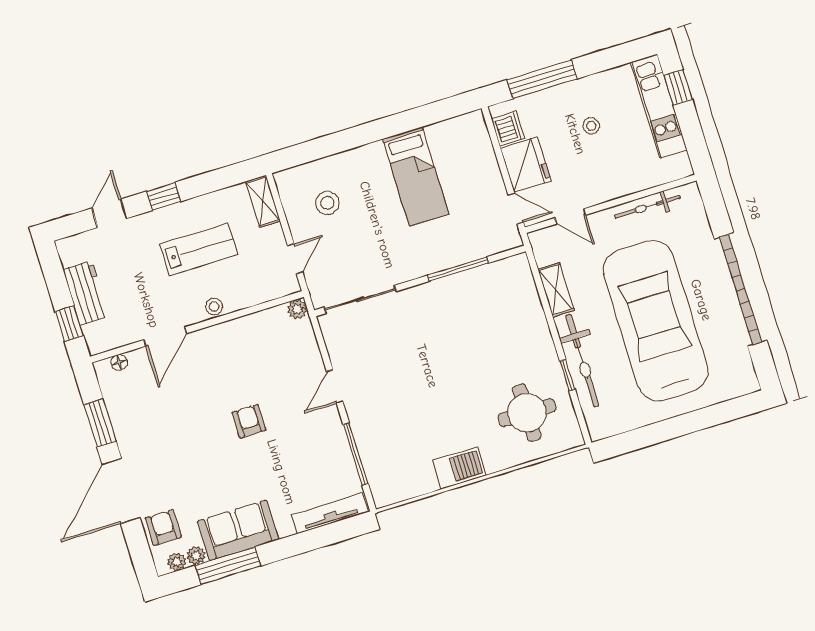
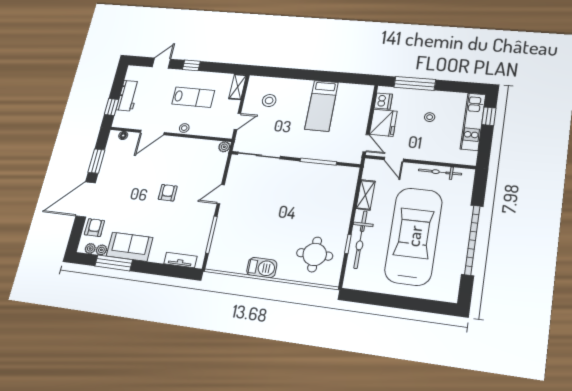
tv unit: (330, 513) -> (180, 260), width x0.71

